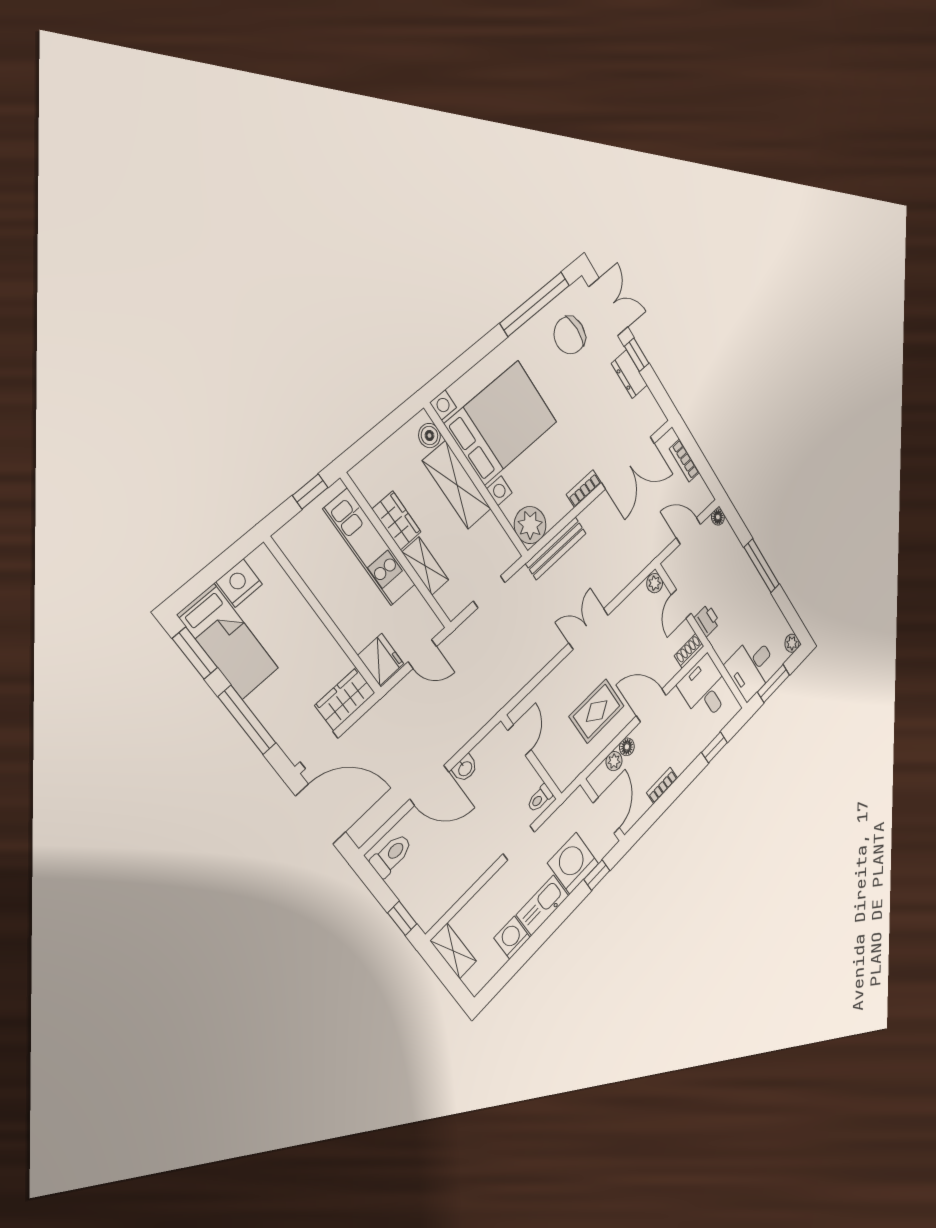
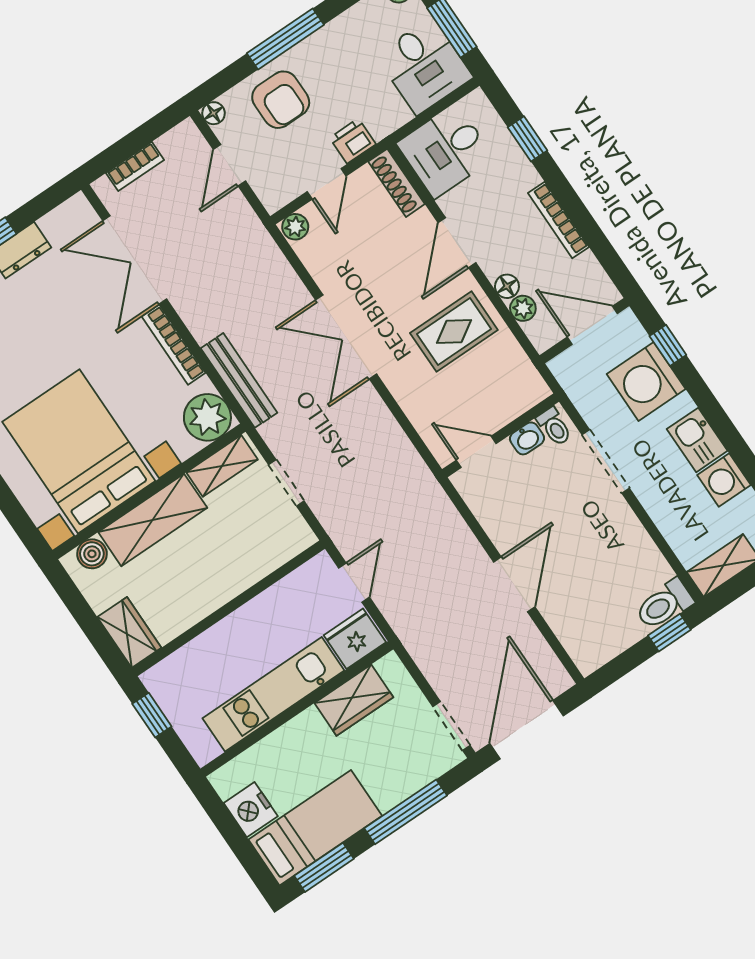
double door: (628, 463) -> (135, 260), swing flipped
bookcase: (584, 488) -> (174, 345), width x1.56
wardrobe: (397, 521) -> (129, 632), moved, turned 90
kitchen unit: (369, 547) -> (273, 694), moved, turned 180
armchair: (728, 565) -> (281, 100), added
shelving: (425, 566) -> (222, 466), moved
door: (681, 604) -> (327, 184), hinge flipped
double door: (589, 629) -> (346, 337), width x1.37
shoe rack: (689, 651) -> (397, 183), width x1.43
wardrobe: (345, 699) -> (354, 700), moved, turned -90
rug: (597, 711) -> (454, 331), turned 90
washbasin: (465, 768) -> (527, 438), moved, turned 90
bookcase: (662, 785) -> (559, 220), width x1.56
doorway: (519, 843) -> (606, 462), width x1.38
toilet: (391, 855) -> (664, 604), moved, turned -90
kitchen sink: (543, 905) -> (697, 440), width x0.73

